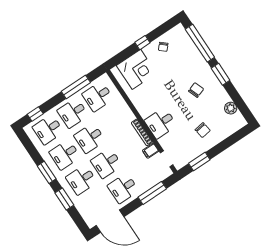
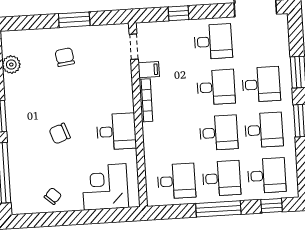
window: (142, 43) -> (77, 218), removed
window: (76, 87) -> (218, 209), moved
chair: (196, 90) -> (60, 134), moved
desk: (161, 123) -> (116, 131), moved
window: (199, 161) -> (74, 20), moved
window: (152, 193) -> (179, 13), width x0.46

